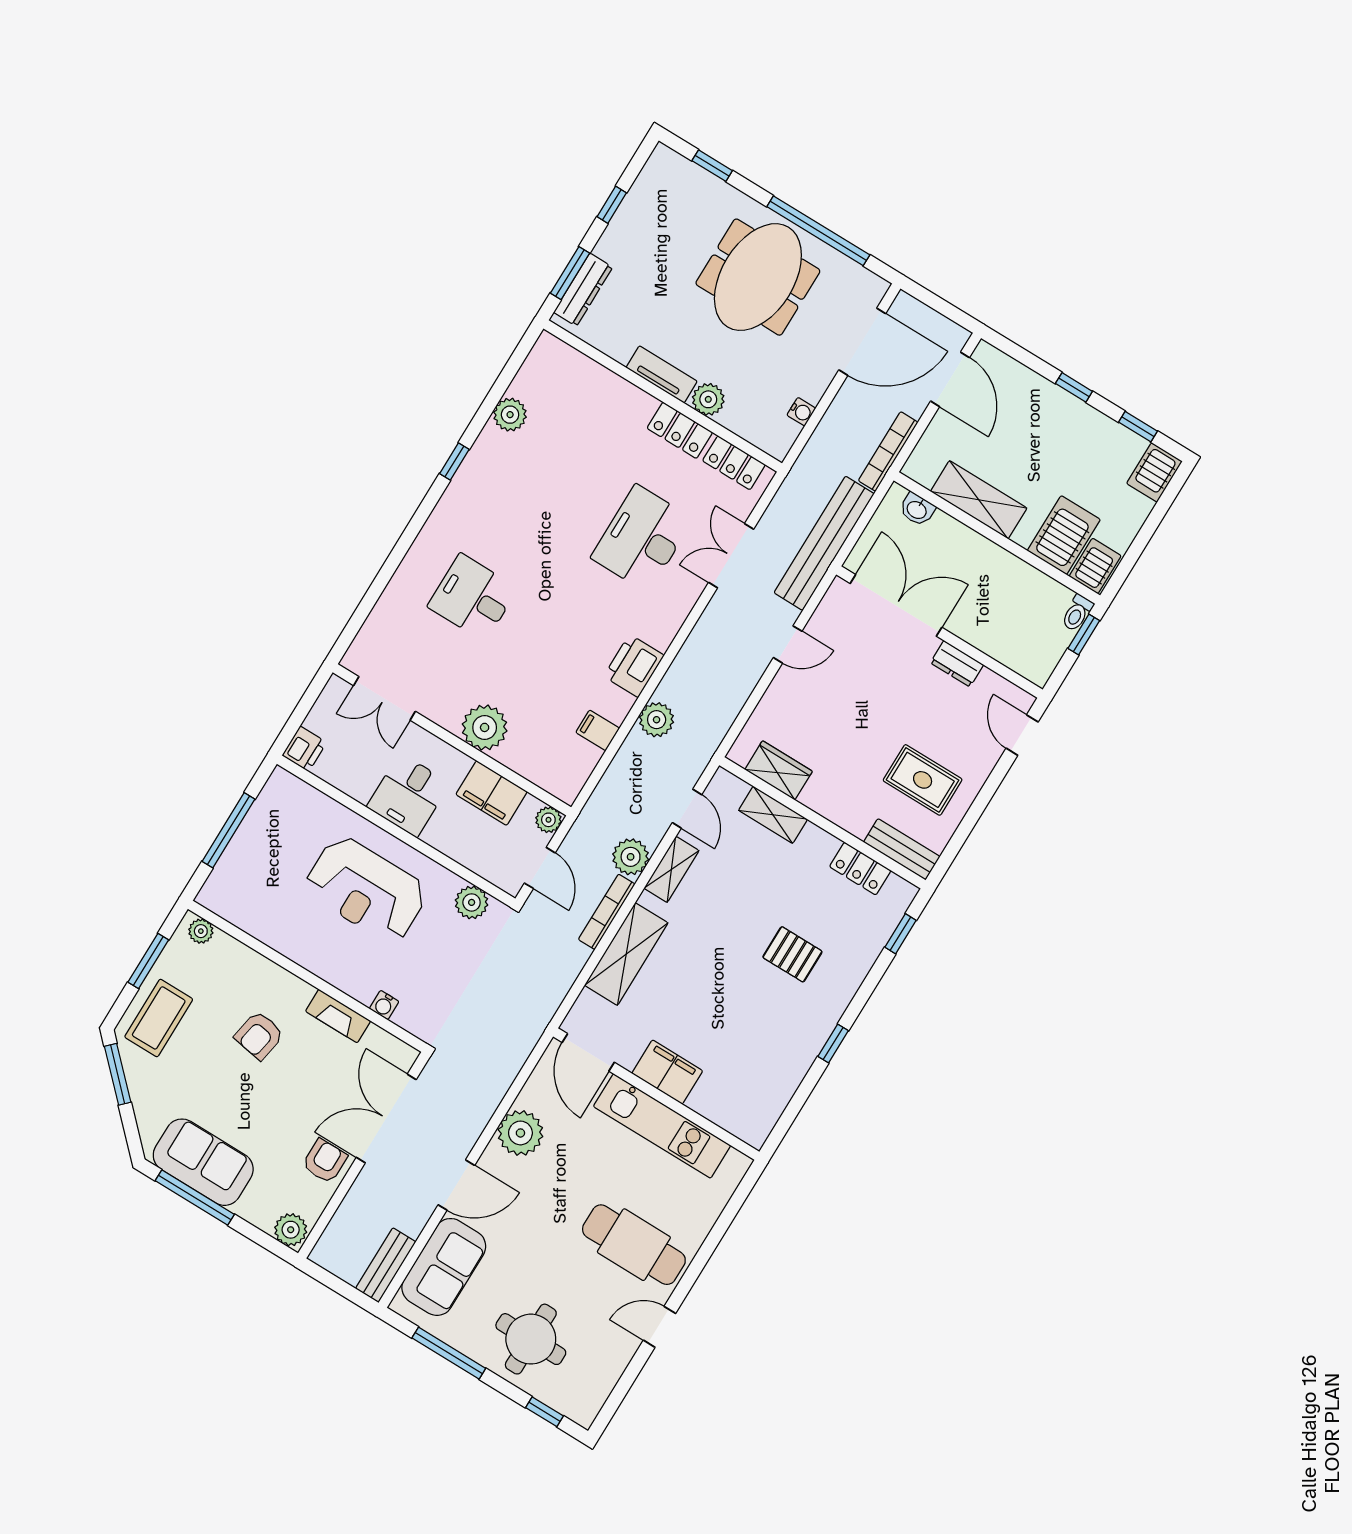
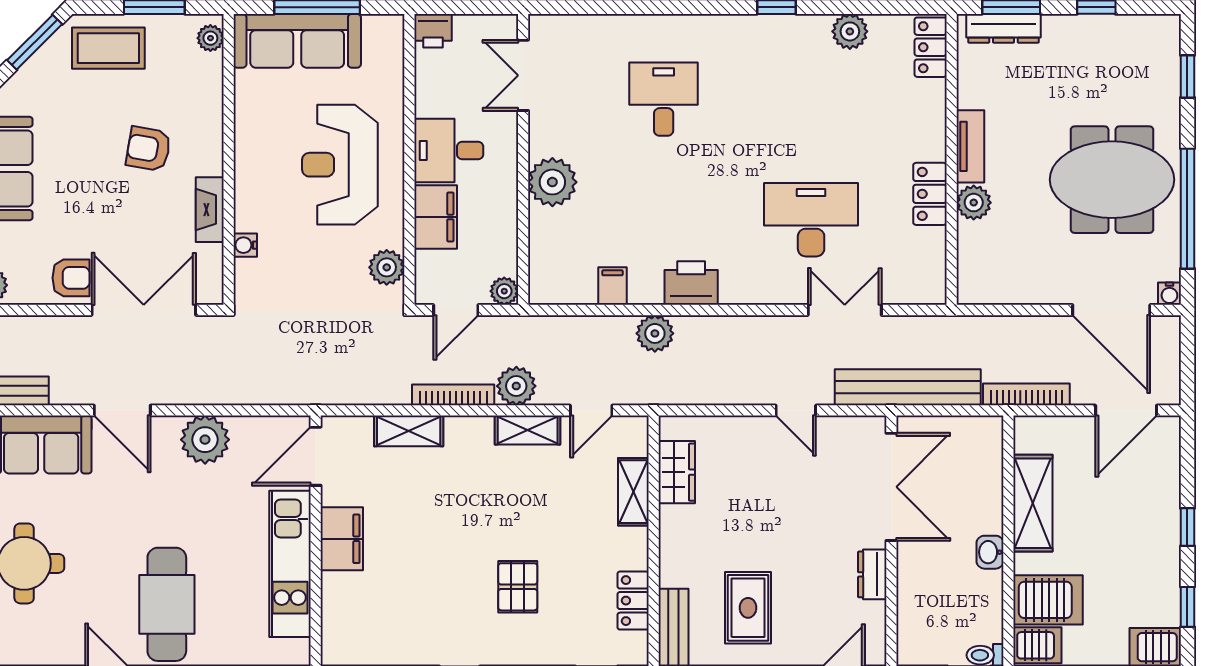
water cooler: (801, 412) -> (1169, 294), moved
locker: (734, 463) -> (931, 47), moved
washbasin: (917, 509) -> (990, 552), moved
filing cabinet: (492, 793) -> (436, 217), moved, turned 180
sofa: (246, 863) -> (297, 41), added
shelving: (626, 954) -> (409, 431), width x0.67, depth x0.75

